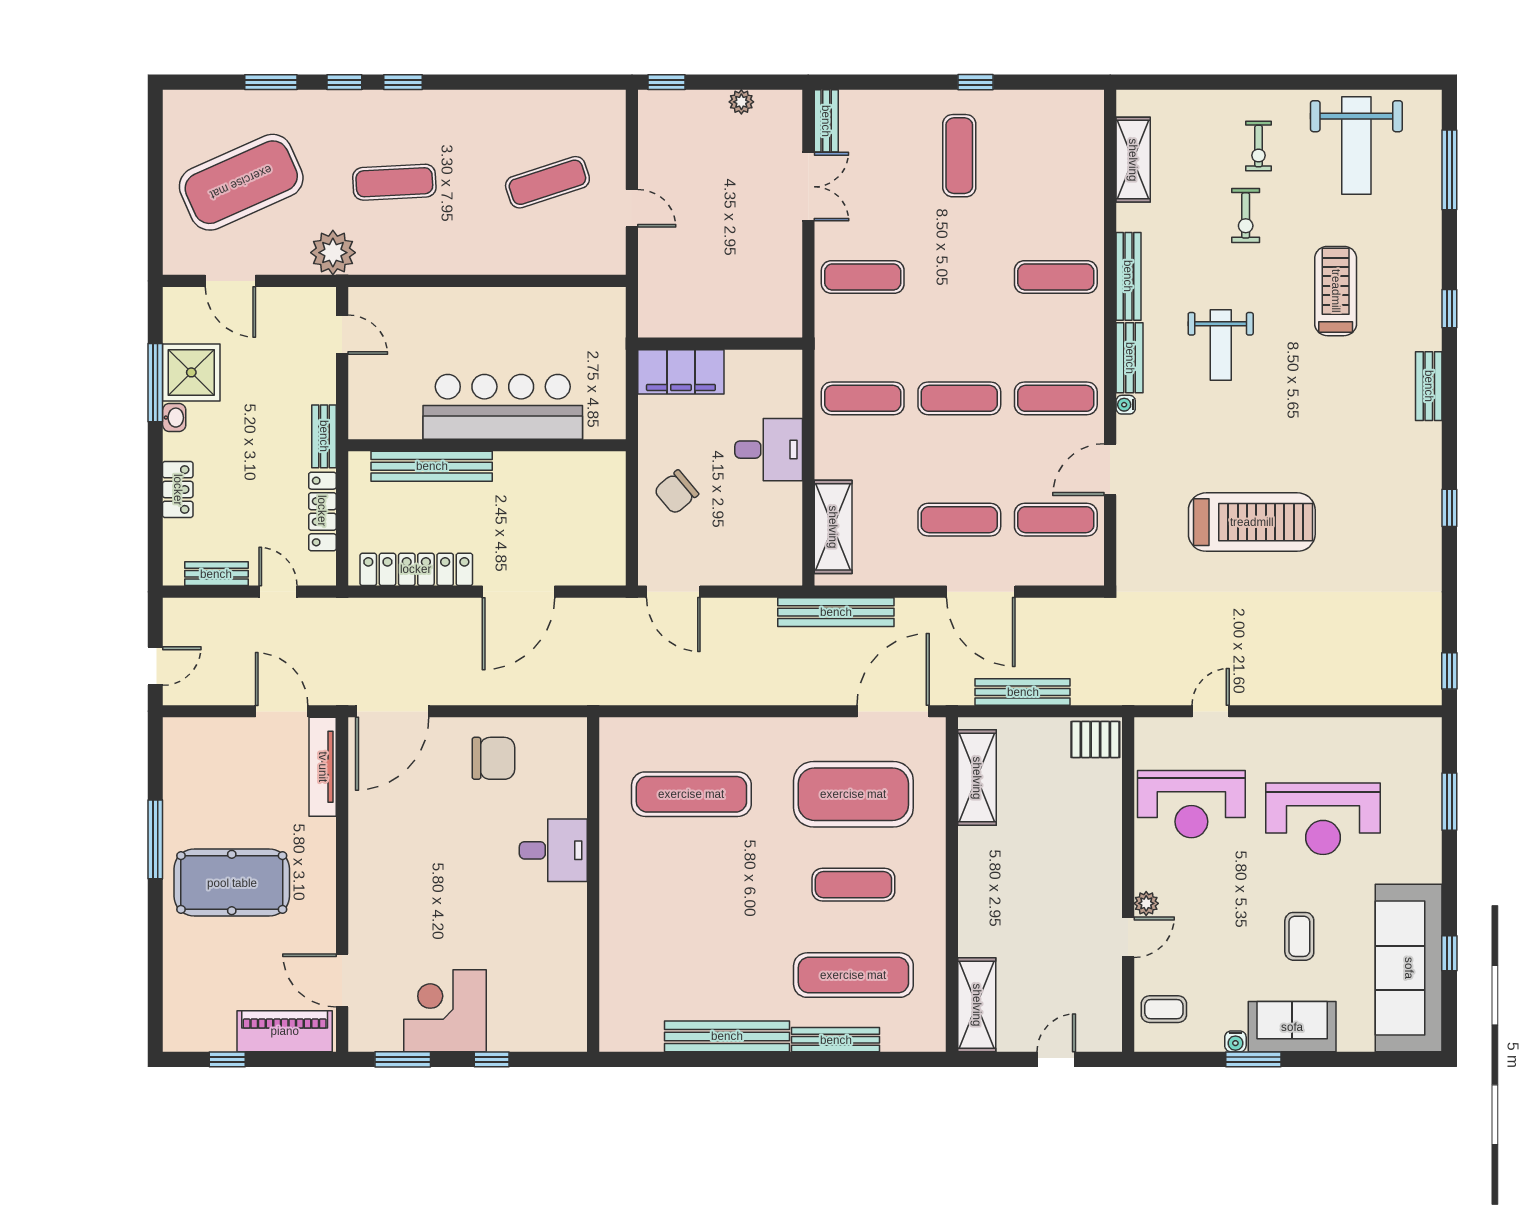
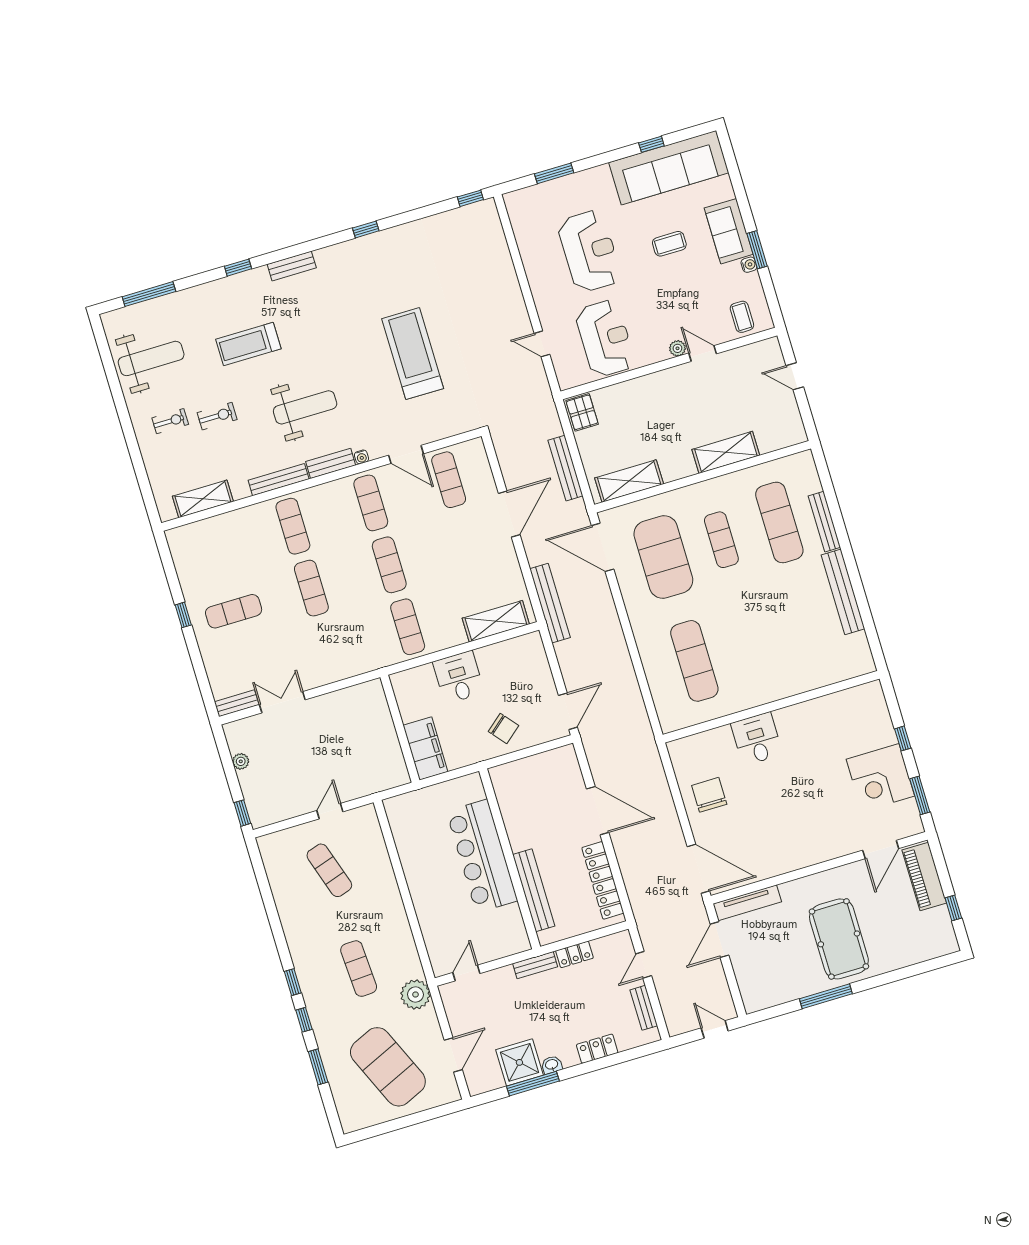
exercise mat: (863, 277) -> (311, 588), moved
weight bench: (1221, 345) -> (305, 407), width x1.36, depth x1.33
locker: (322, 511) -> (574, 954), width x0.66
exercise mat: (959, 520) -> (467, 542), removed
shelving: (977, 1005) -> (726, 452), moved

